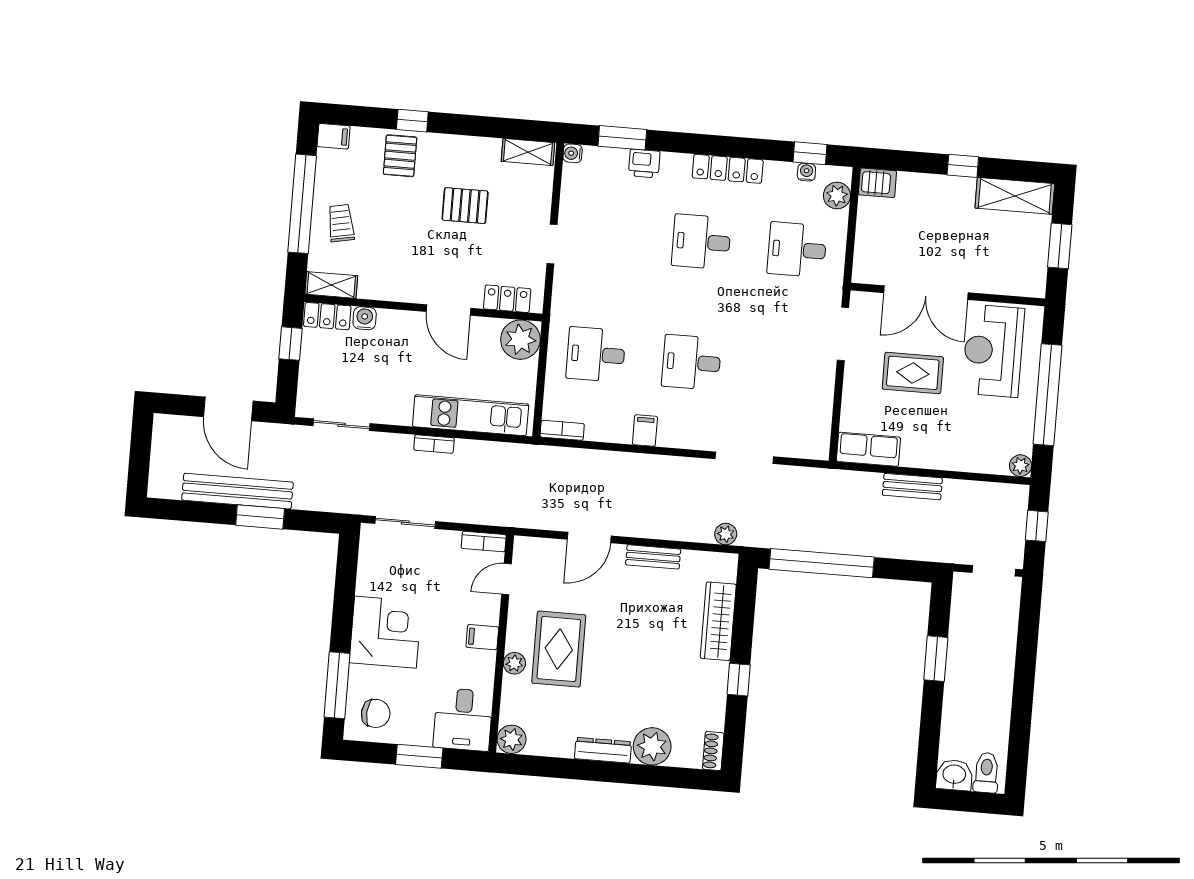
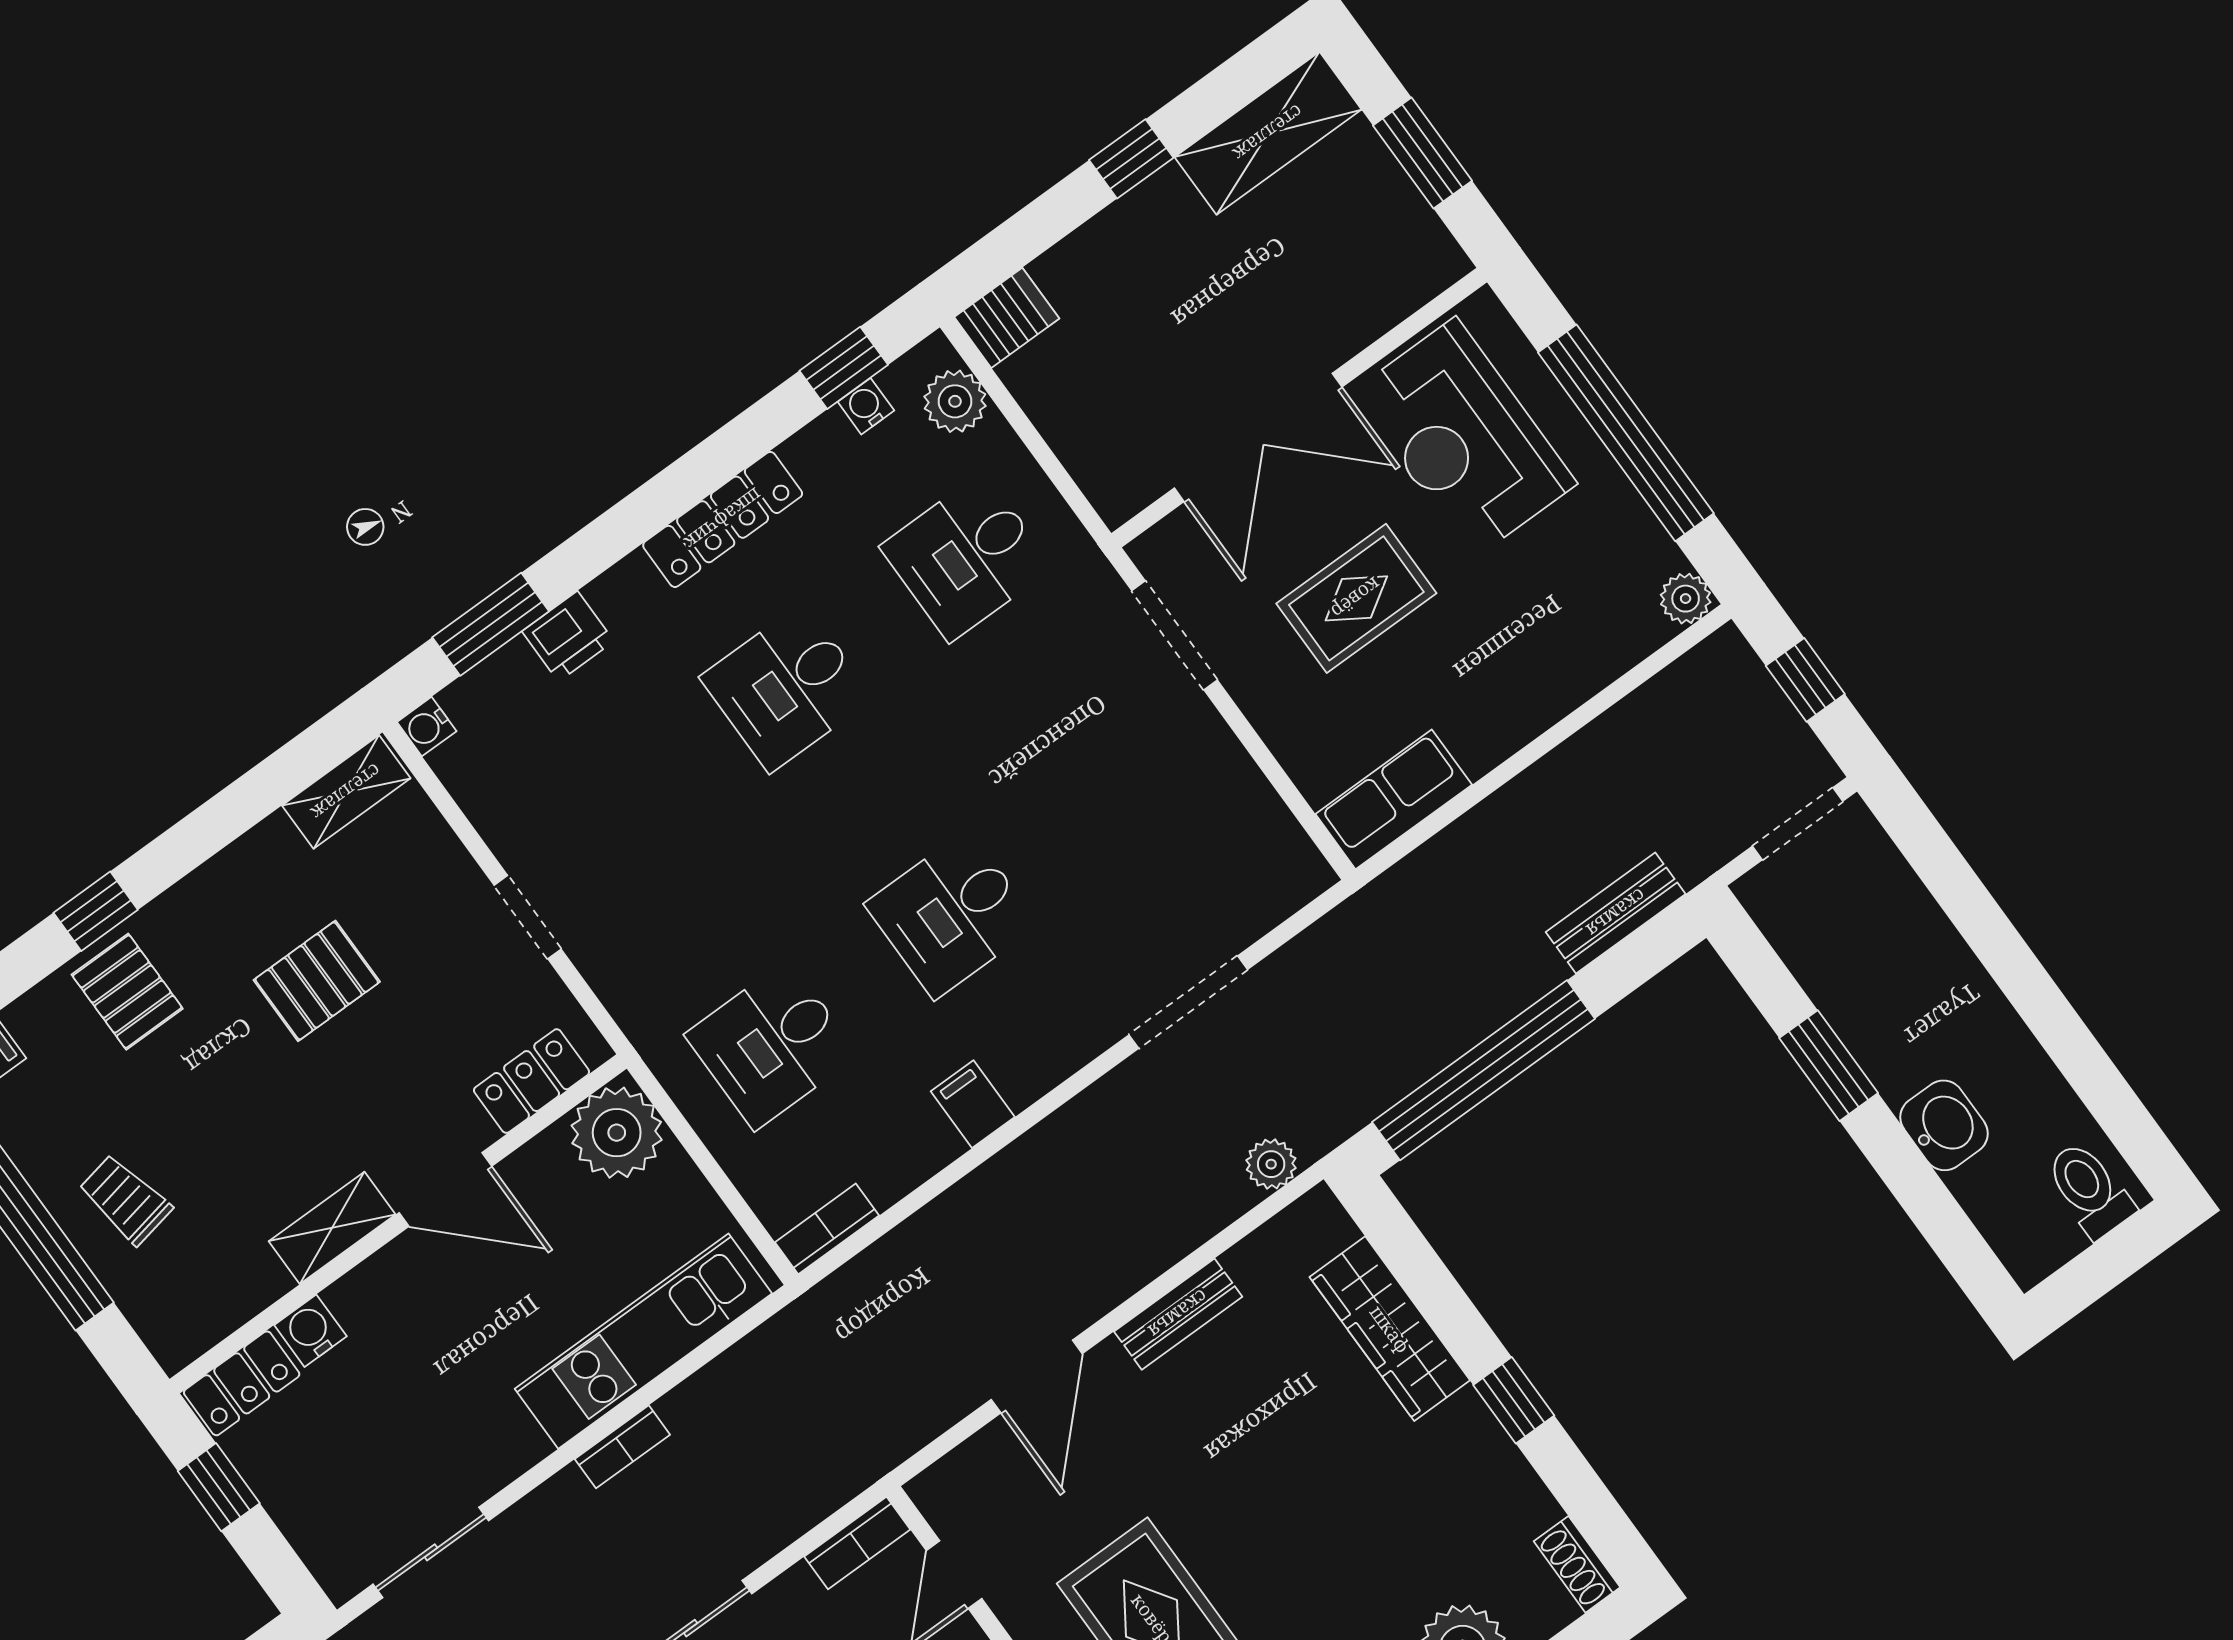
shelving: (331, 285) -> (332, 1228), moved
bench: (912, 487) -> (1616, 913), moved
washbasin: (954, 775) -> (1944, 1125), moved, turned 90

